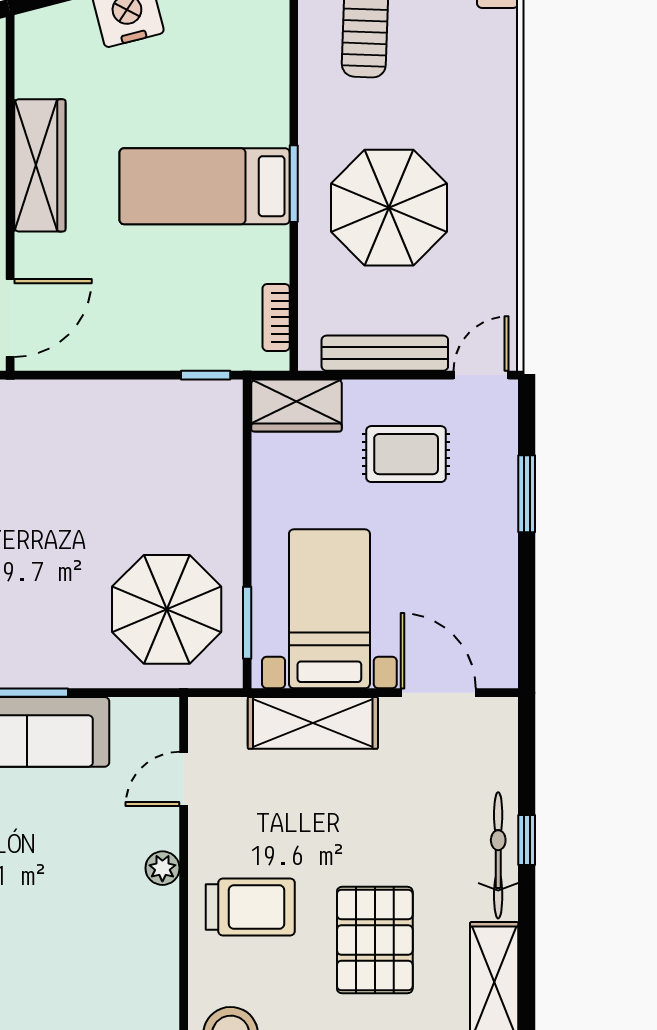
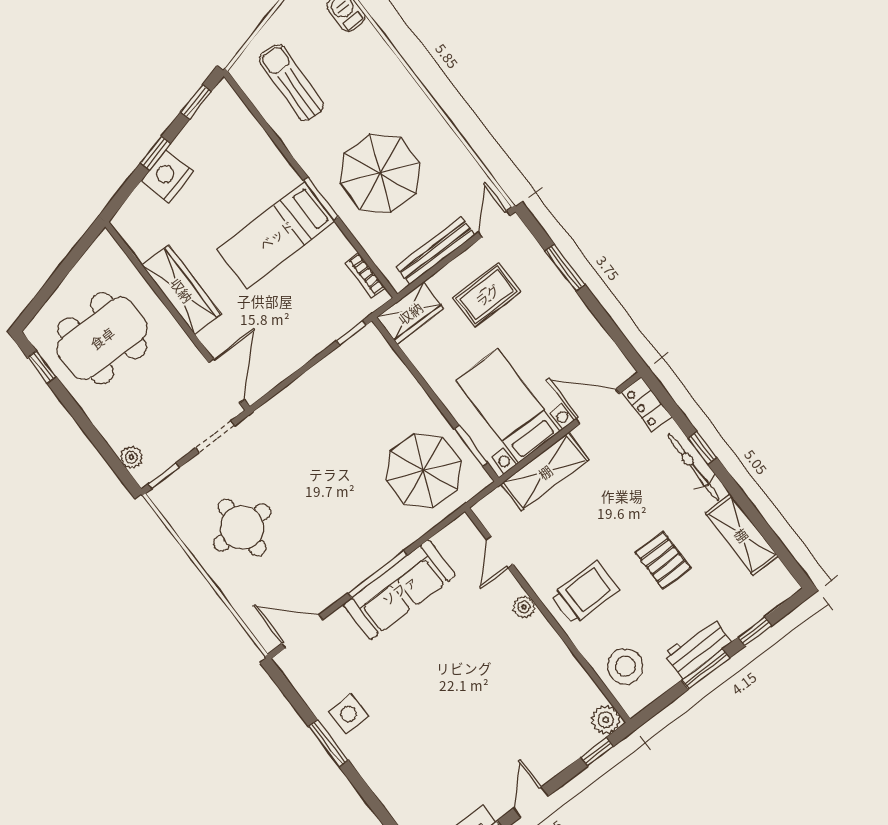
locker: (499, 735) -> (646, 404), added
pallet: (375, 940) -> (663, 560), width x0.67, depth x0.71

